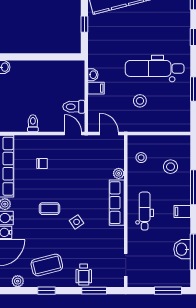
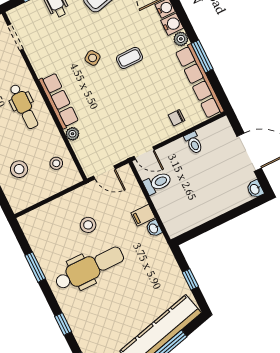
chair: (42, 164) -> (176, 118), moved

